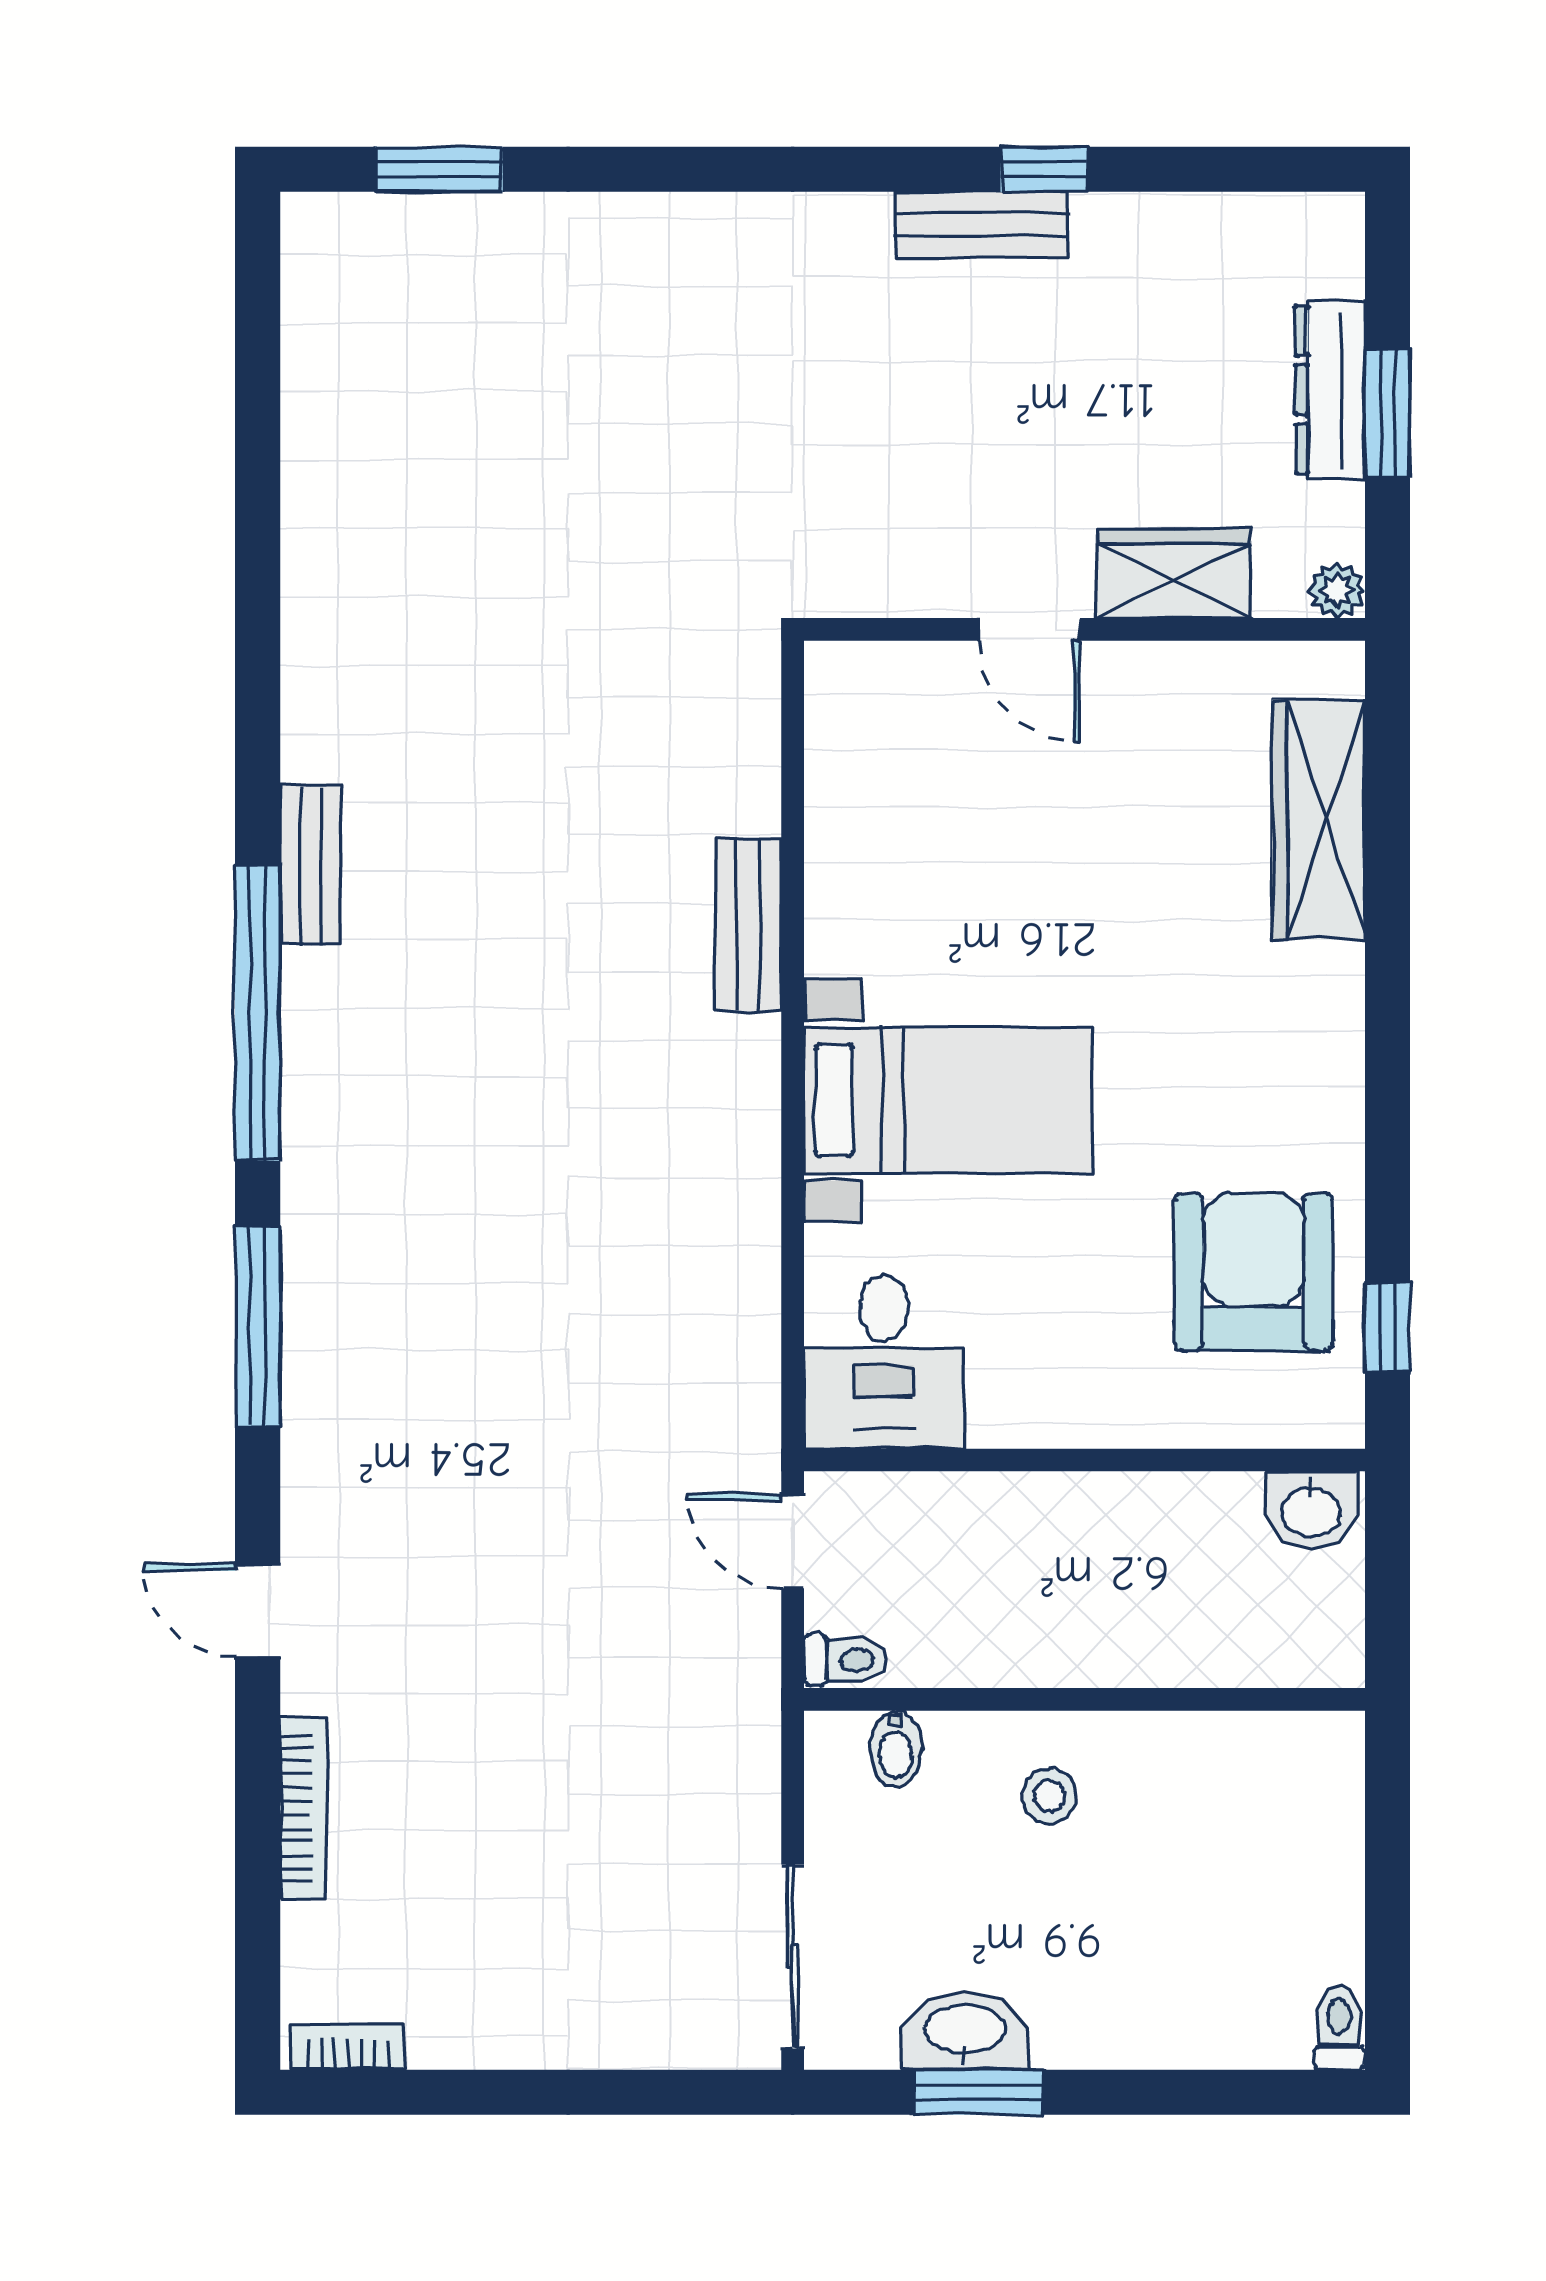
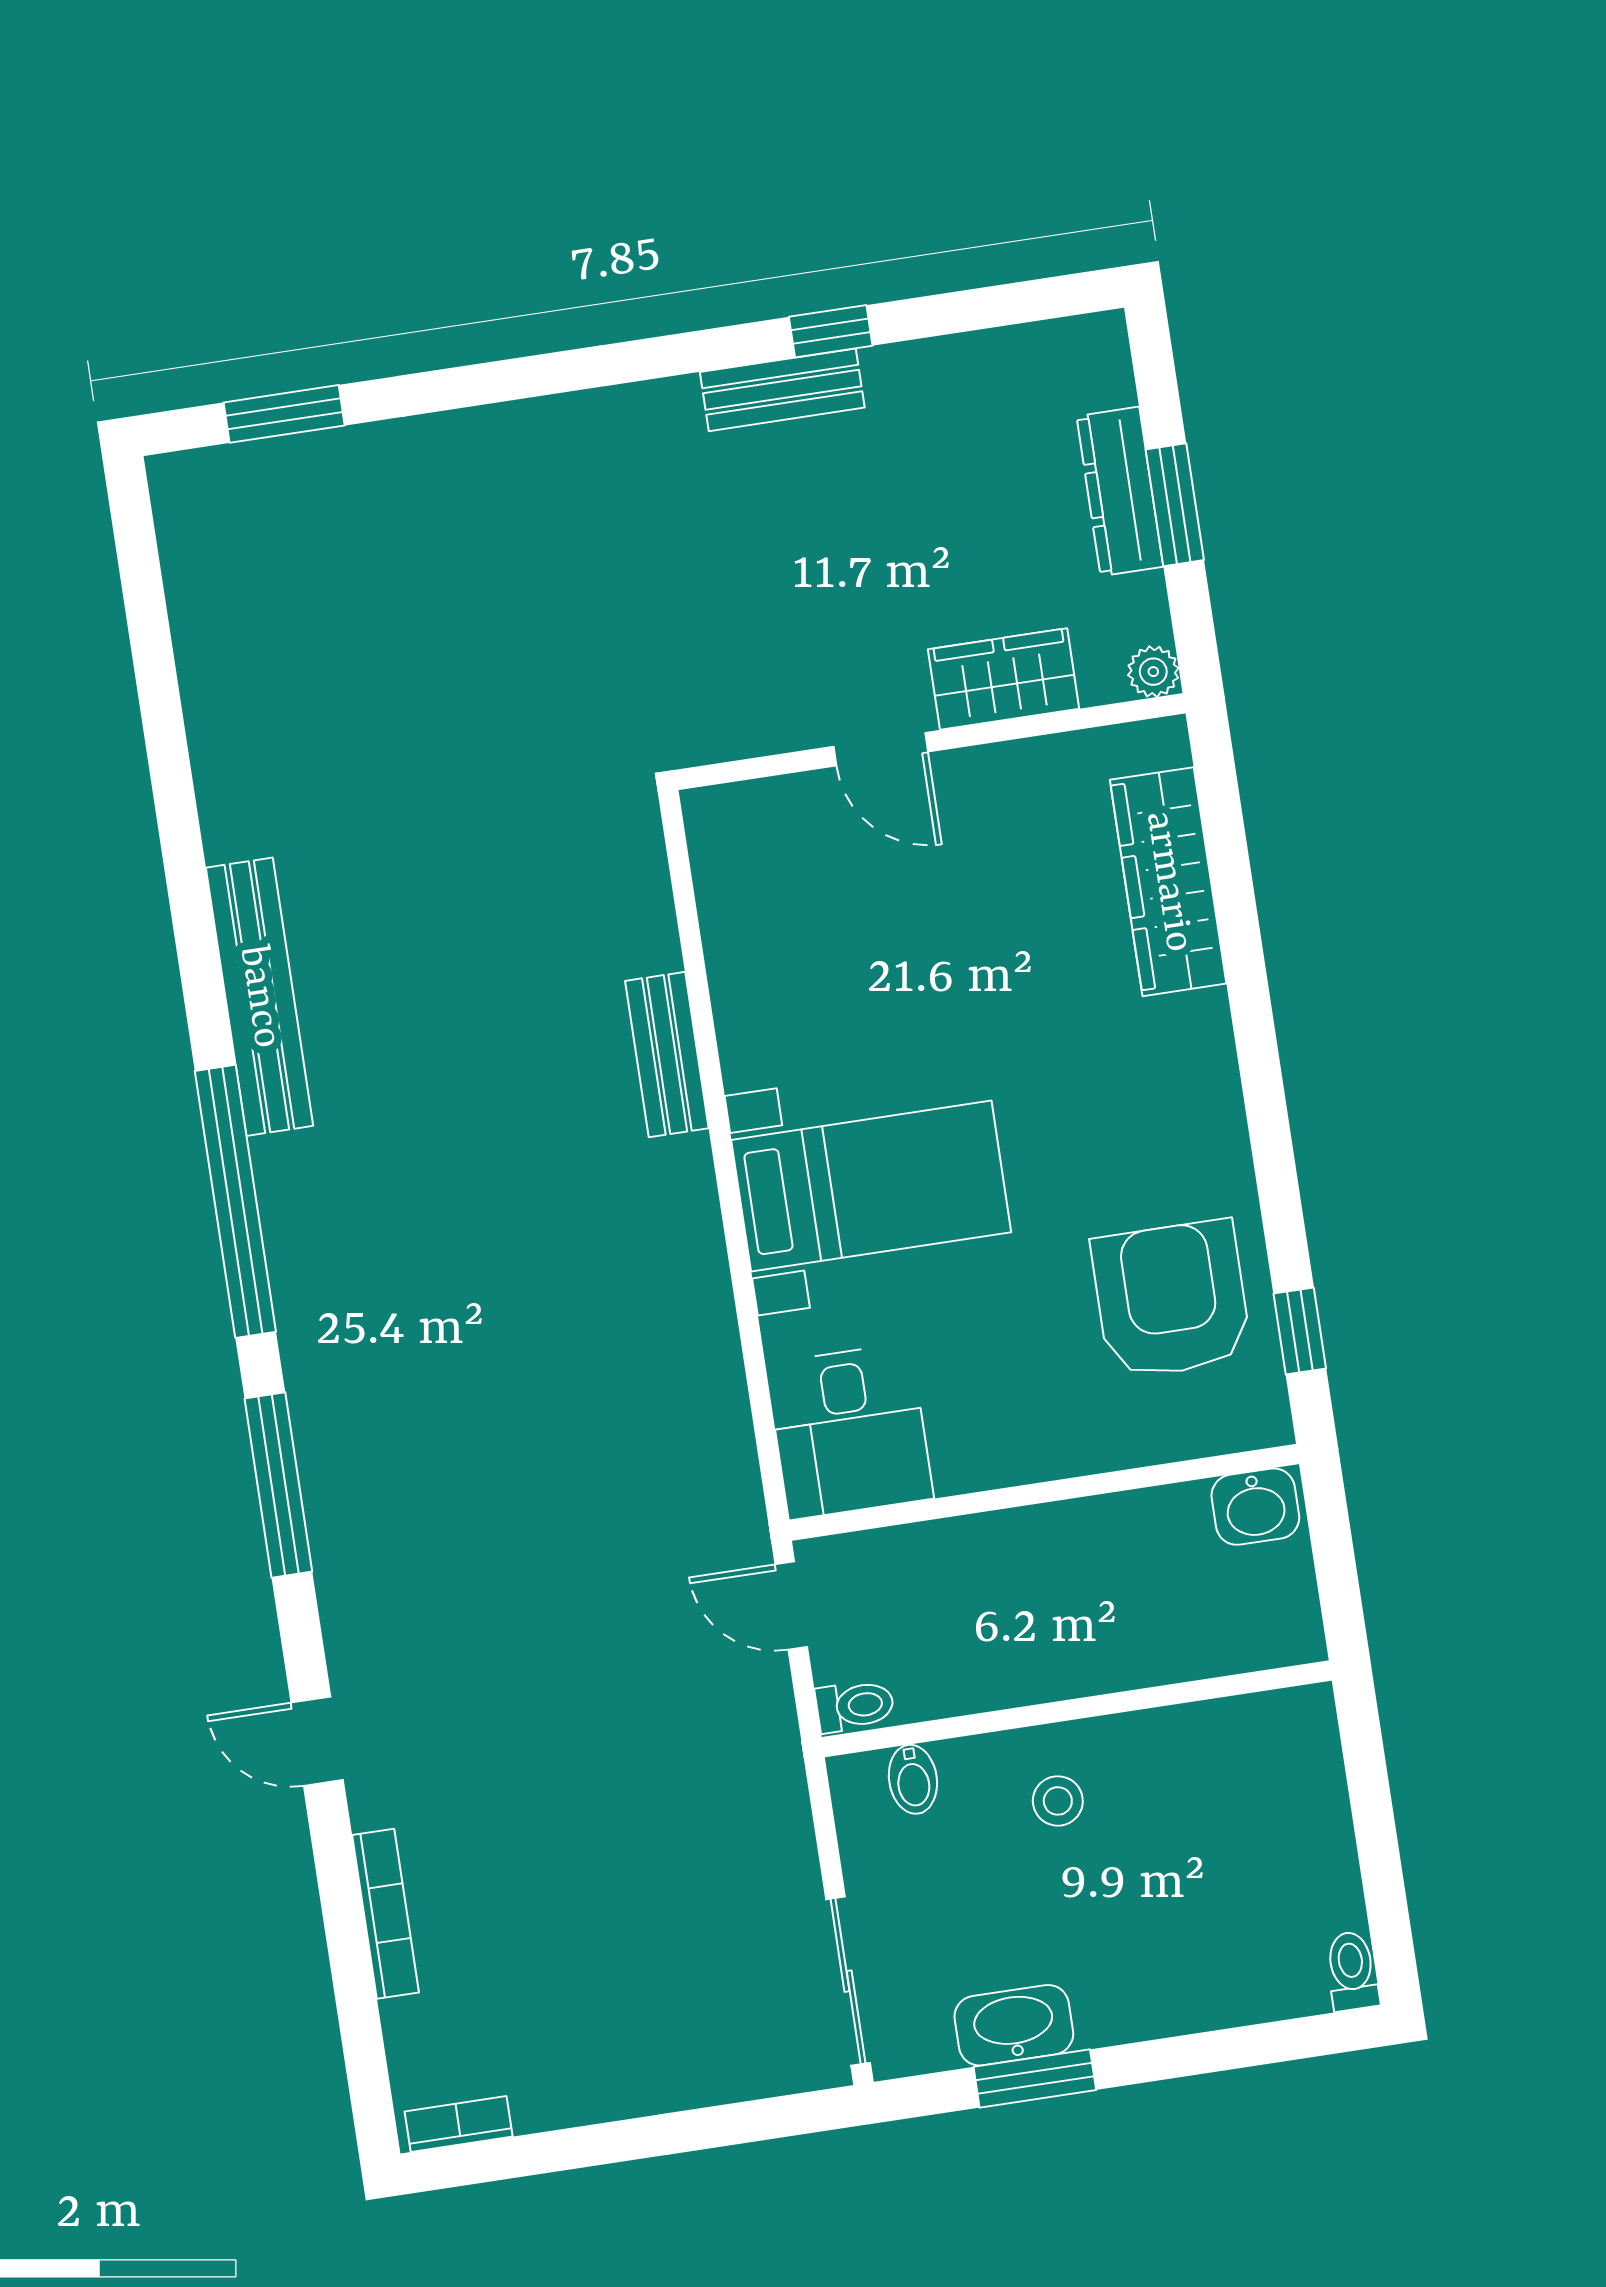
bench: (311, 864) -> (259, 997), width x1.86, depth x1.21

